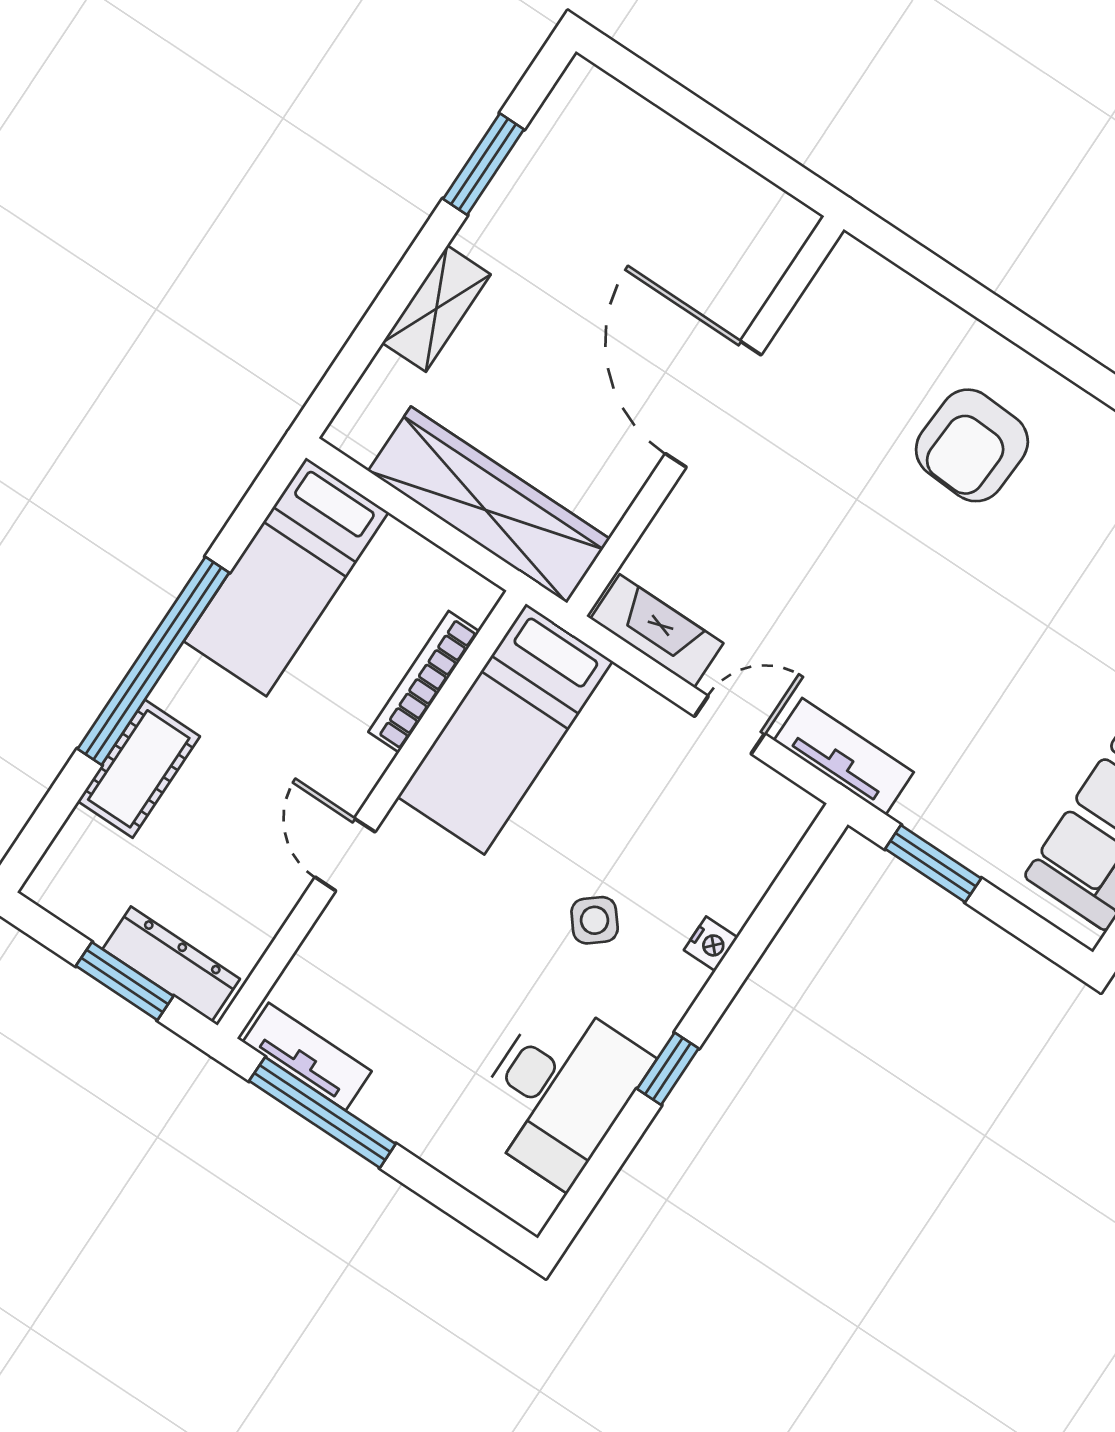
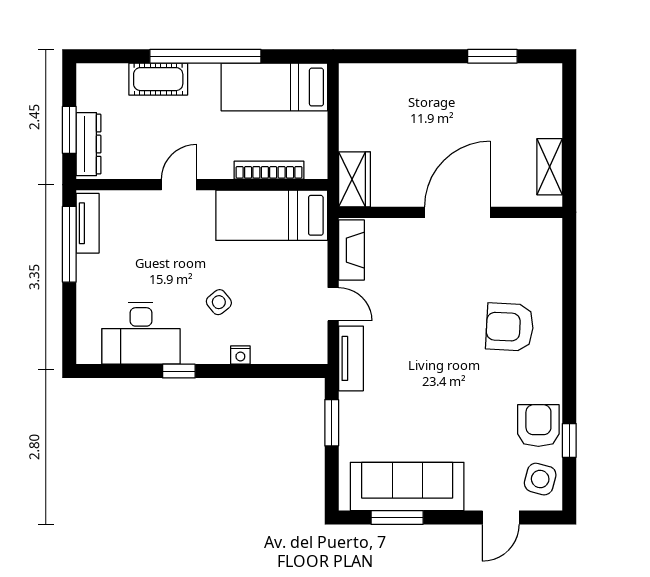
shelving: (436, 309) -> (550, 167), moved, turned 90
wardrobe: (489, 505) -> (355, 179), width x0.48, depth x0.85

